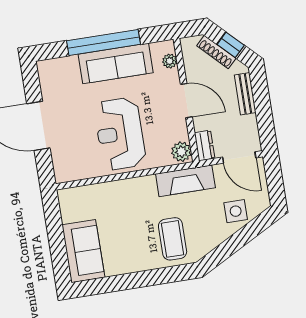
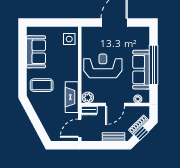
side table: (236, 211) -> (69, 39), moved
sofa: (83, 251) -> (36, 52), moved, turned -90

